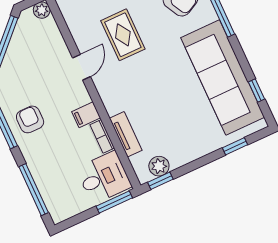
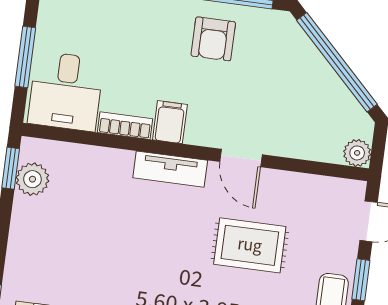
armchair: (30, 119) -> (213, 39), turned 90
tv unit: (126, 134) -> (170, 169), moved
window: (114, 202) -> (25, 57), moved

